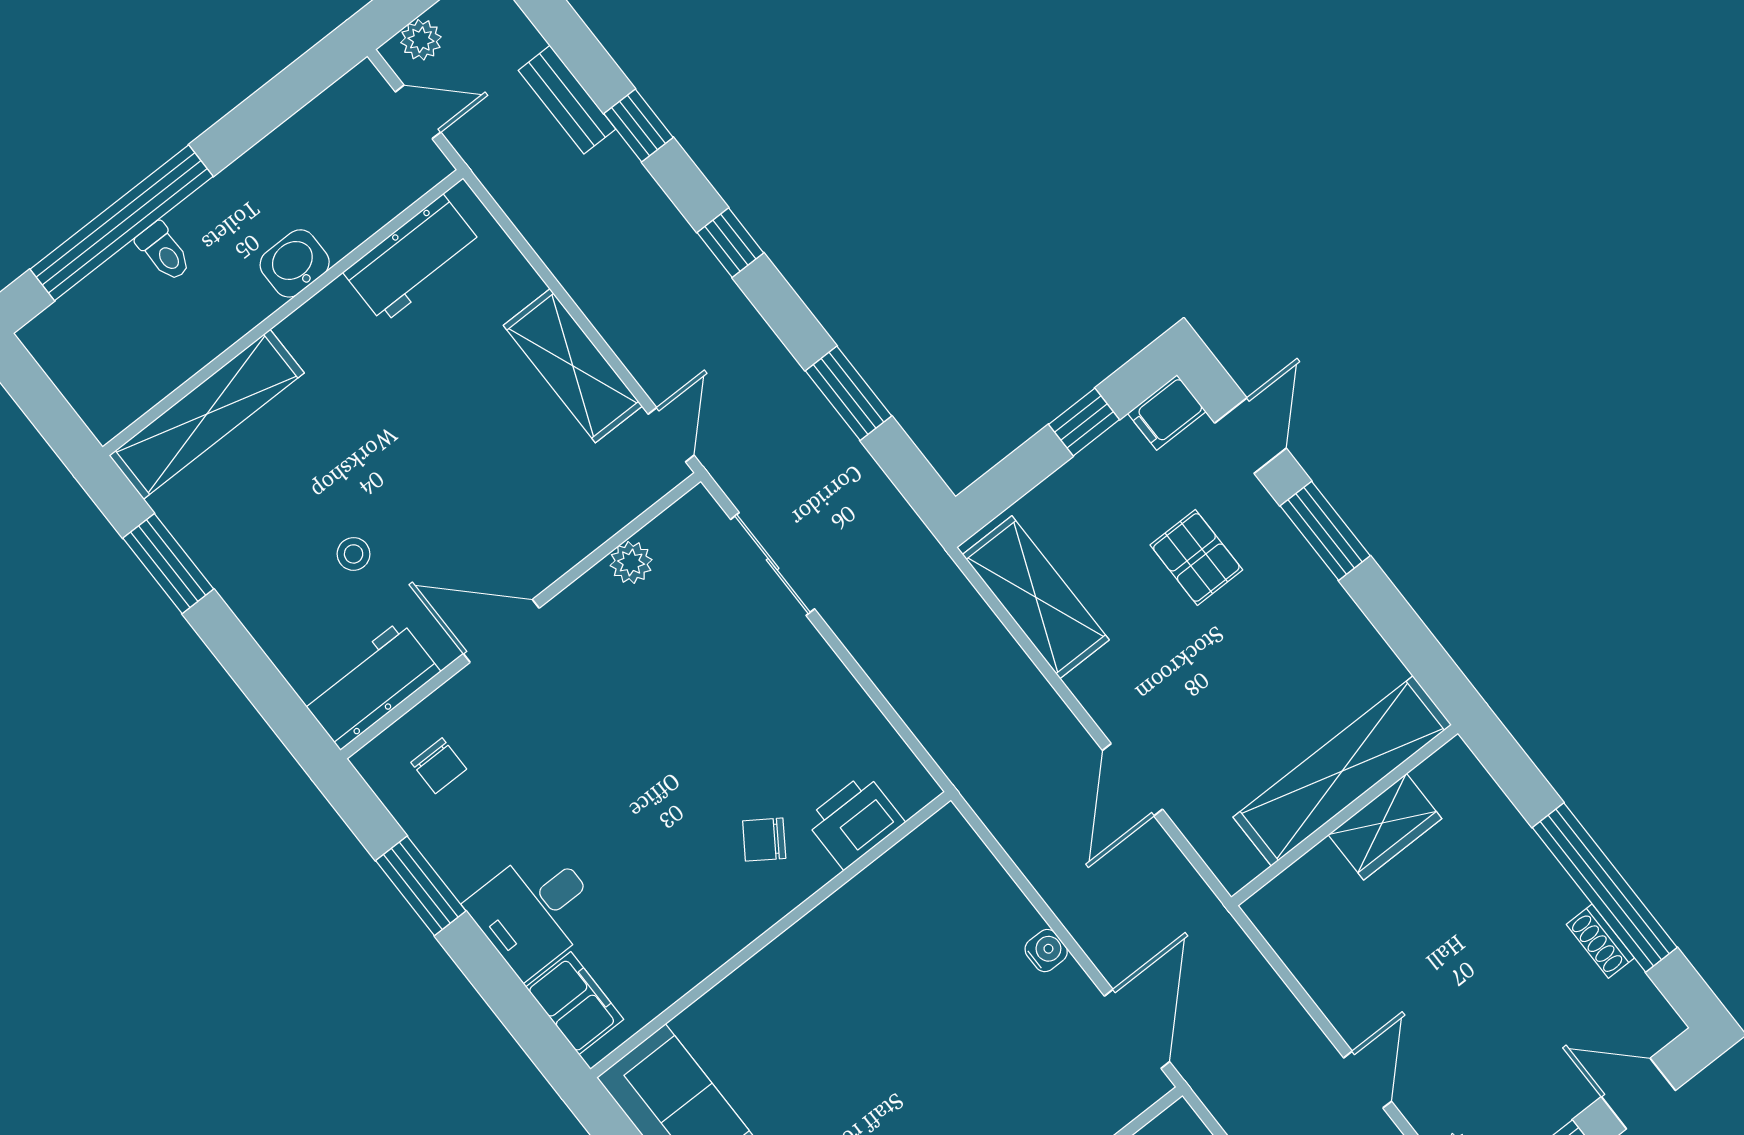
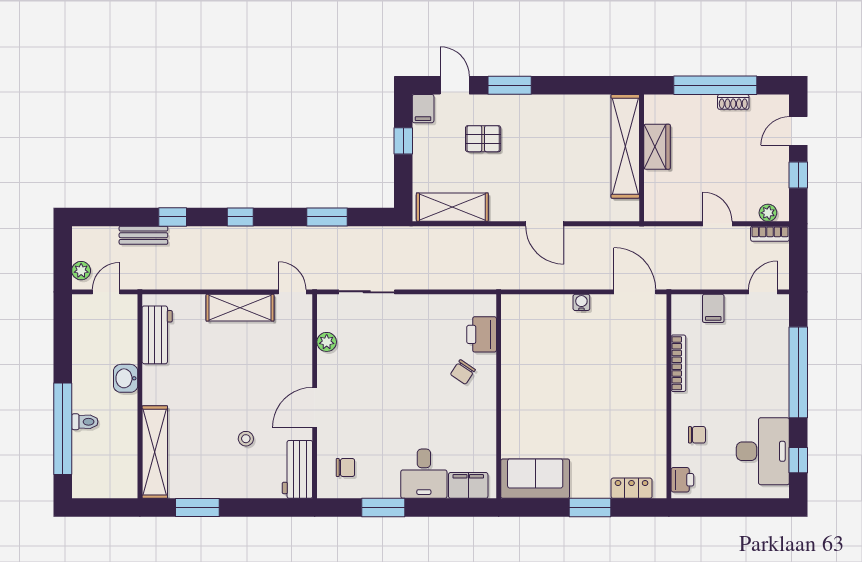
shelving: (1342, 771) -> (625, 146), moved
wall: (1345, 815) -> (642, 158), moved
wardrobe: (1385, 827) -> (657, 147), moved

